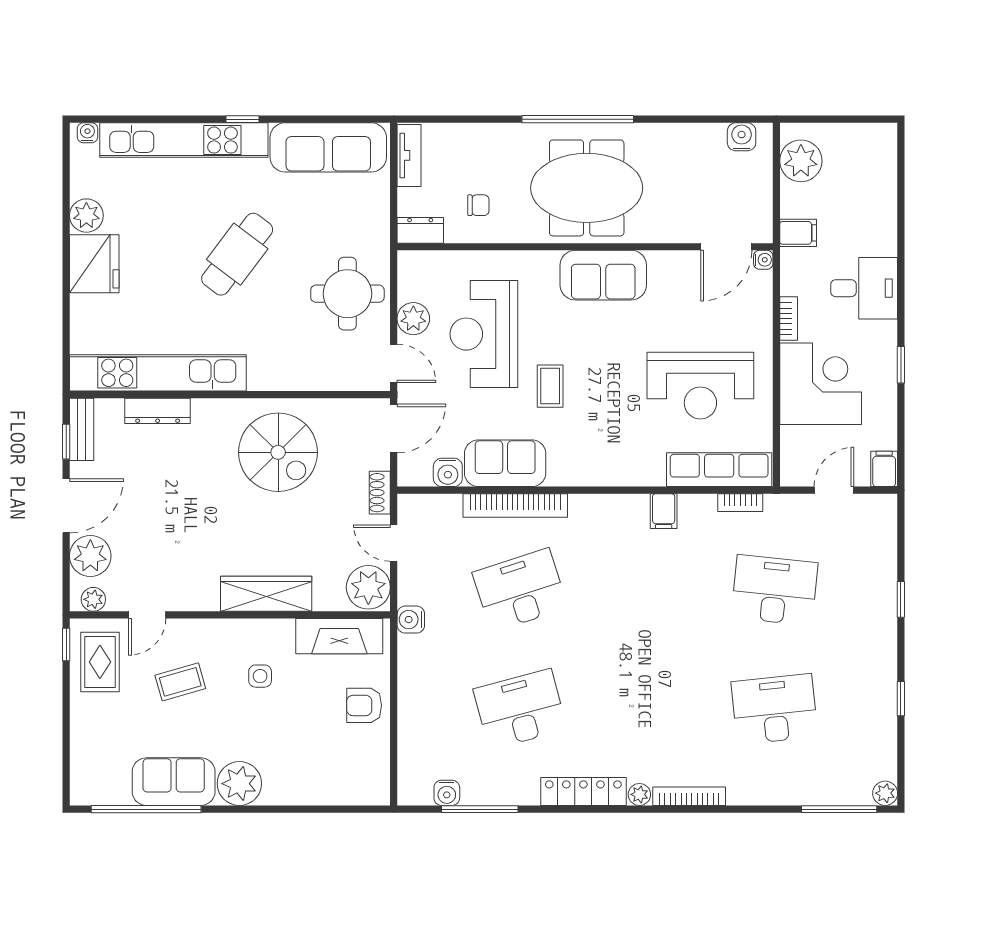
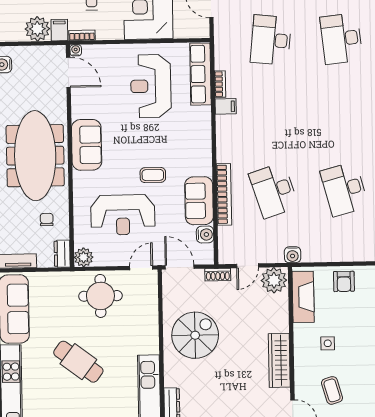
plant: (801, 161) -> (37, 29), moved
meeting table: (587, 188) -> (35, 156), width x1.36
plant: (413, 319) -> (84, 257), moved
bookcase: (789, 319) -> (82, 35), moved
reception desk: (700, 386) -> (151, 86), turned 180
bookcase: (740, 503) -> (220, 84), moved
wardrobe: (266, 594) -> (279, 360), moved

